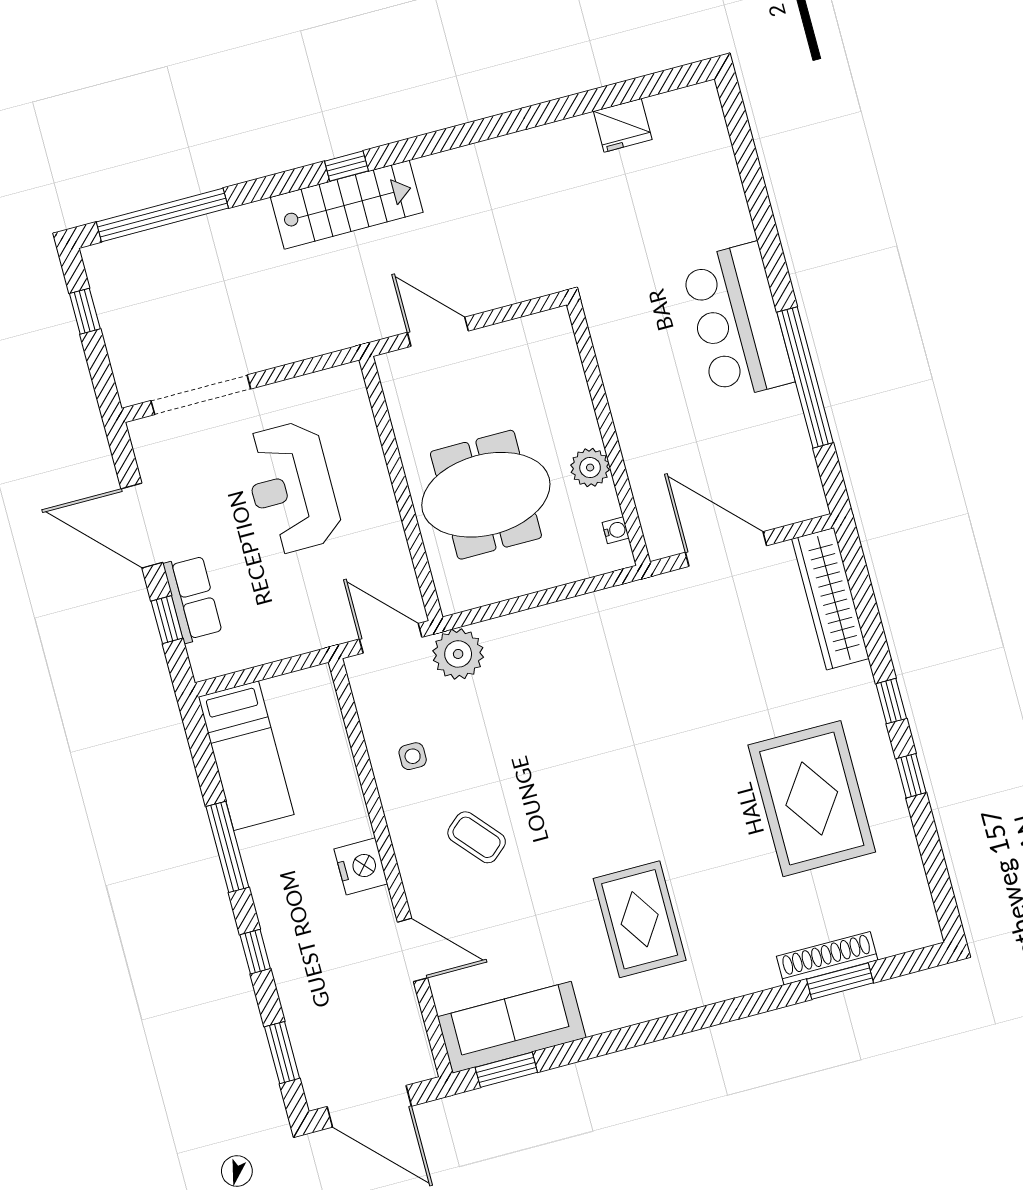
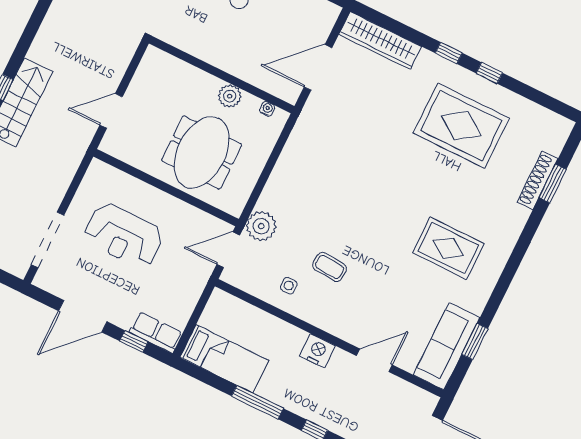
row of seats: (193, 599) -> (156, 332), moved
coffee table: (477, 837) -> (330, 267), moved, turned 46
window: (506, 1070) -> (475, 342), moved

